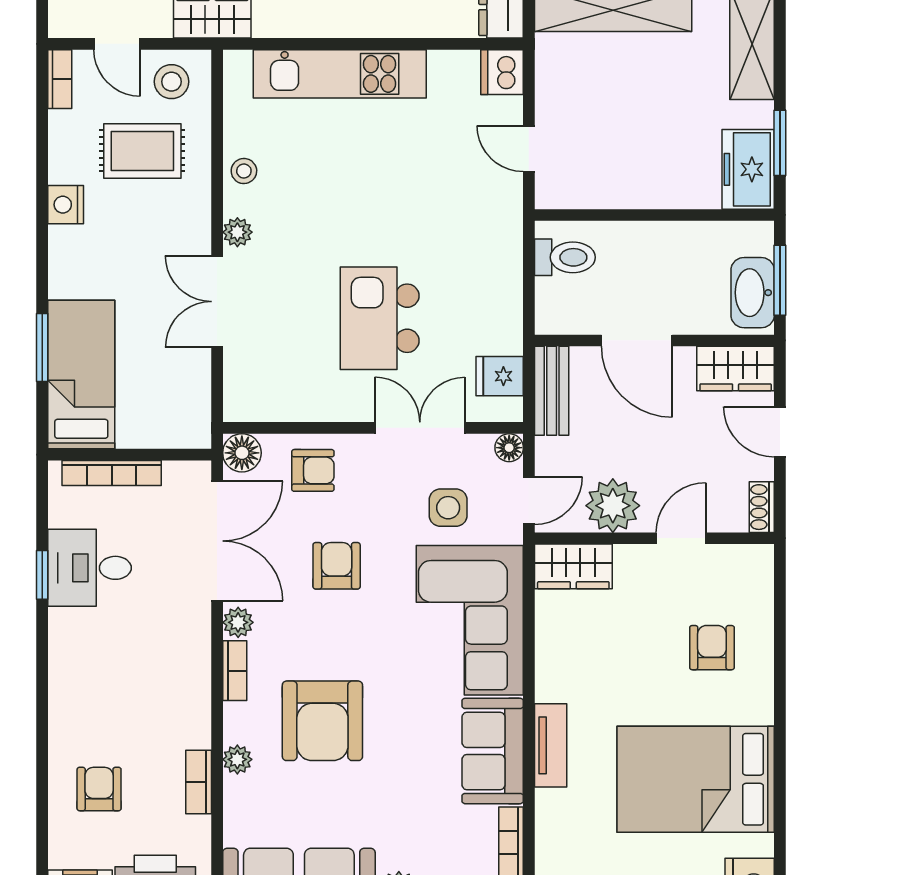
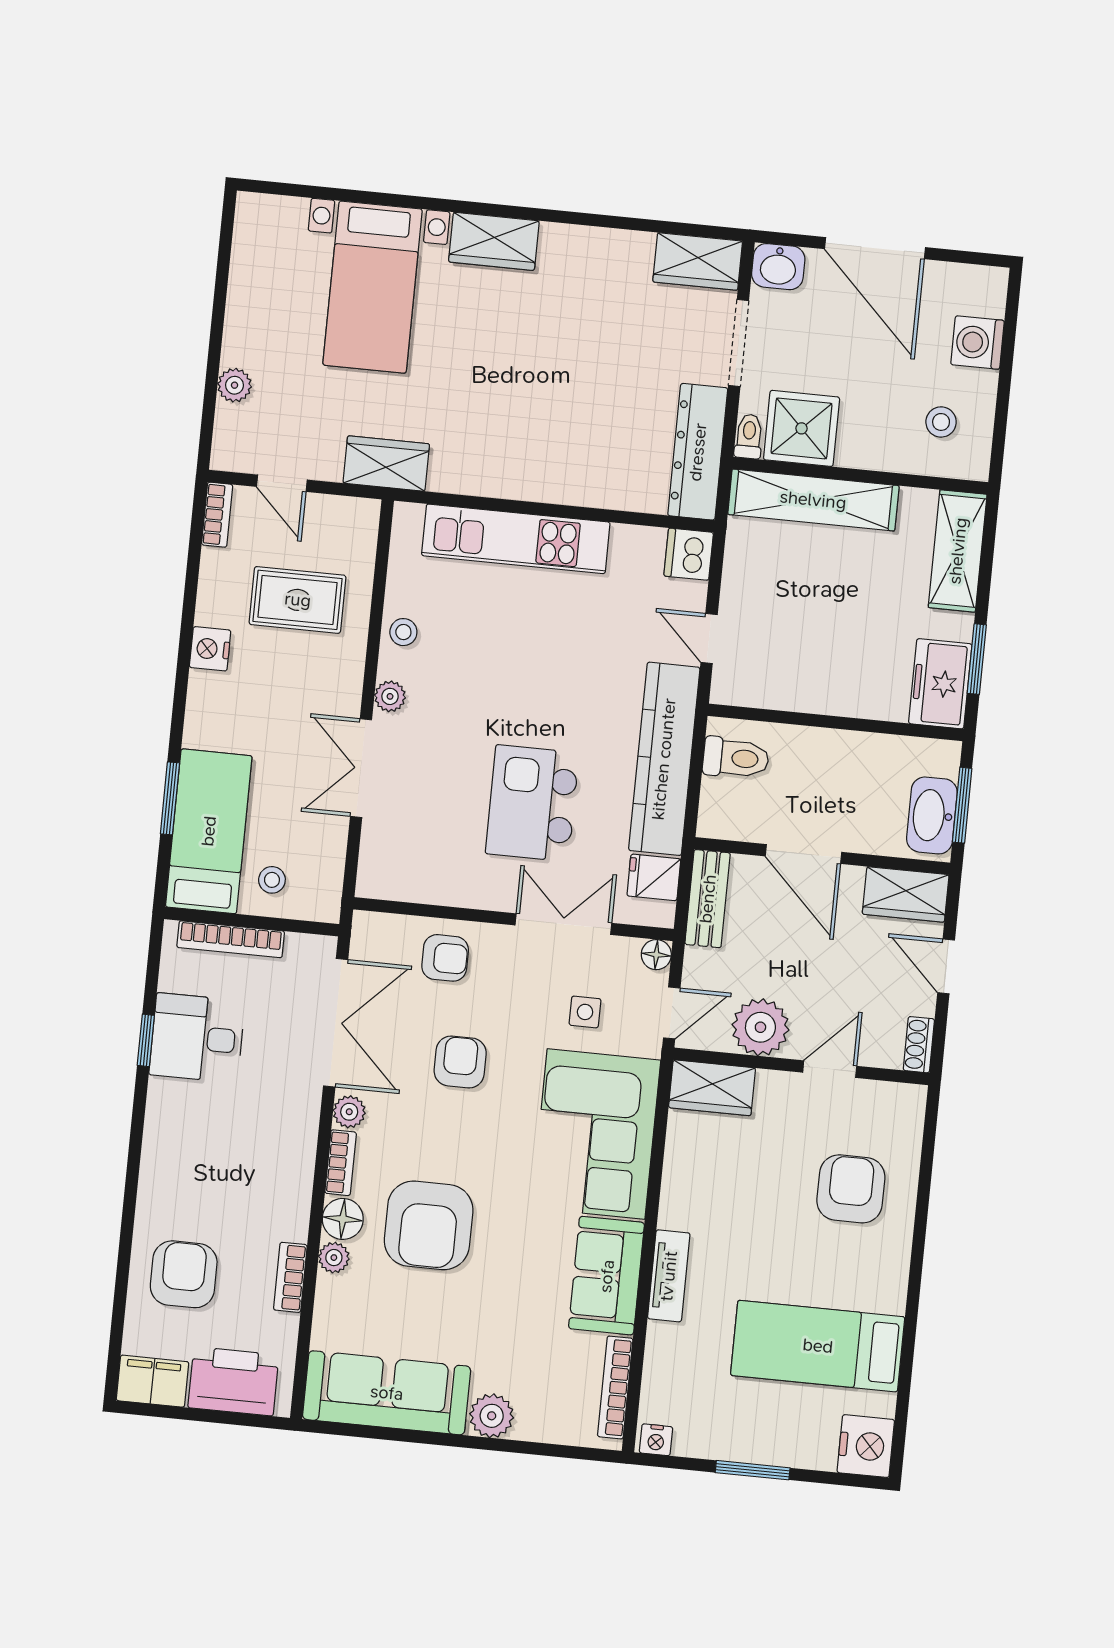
stool: (171, 82) -> (272, 880), moved, width x0.73, depth x0.73
kitchen counter: (498, 265) -> (664, 759), added
floor lamp: (242, 453) -> (343, 1219), moved
side table: (448, 508) -> (585, 1012), width x0.73, depth x0.73
armchair: (712, 648) -> (851, 1189), width x1.38, depth x1.38
bed: (696, 779) -> (818, 1346), width x0.67
armchair: (99, 789) -> (184, 1274), width x1.38, depth x1.38

